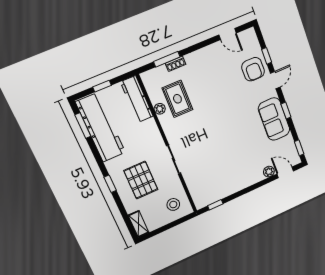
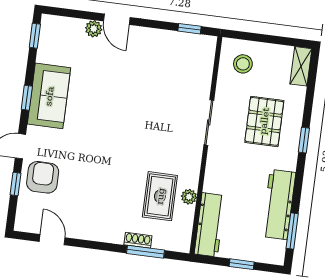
workbench: (101, 128) -> (279, 204), width x0.73, depth x0.76
door: (285, 172) -> (117, 19), moved

